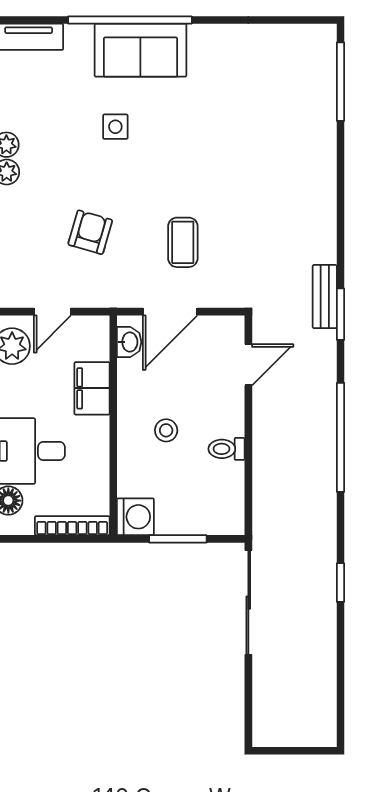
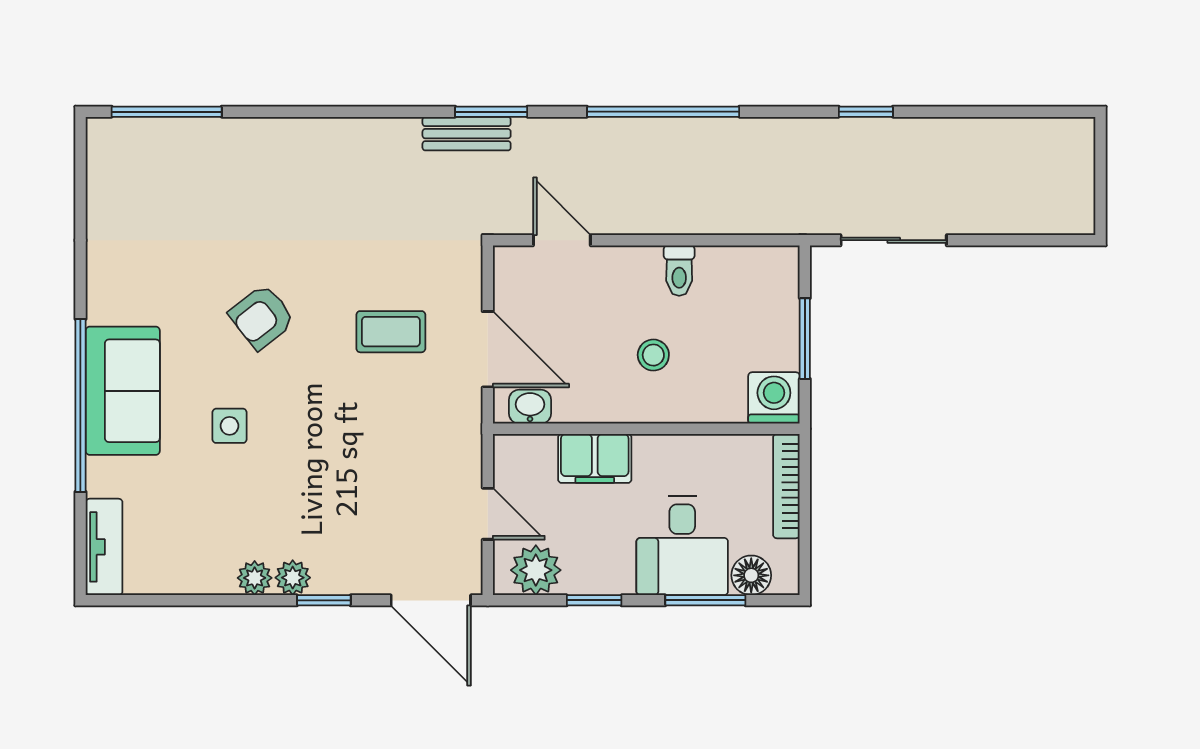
armchair: (90, 232) -> (262, 317), moved, turned -54
sliding door: (248, 603) -> (894, 240), width x0.73

